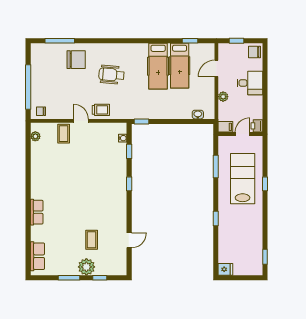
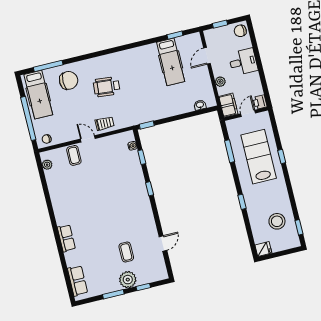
hospital bed: (158, 66) -> (38, 95), moved
filing cabinet: (225, 127) -> (228, 105), width x2.00
stool: (245, 246) -> (277, 221), added

